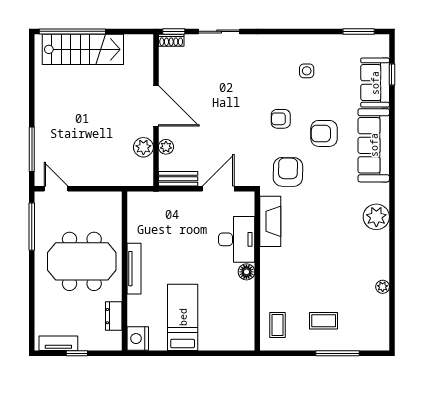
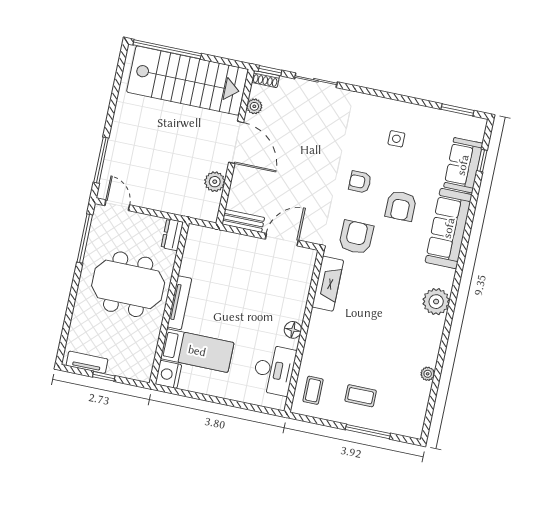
stairs: (83, 49) -> (187, 81), width x1.36, depth x1.51
armchair: (324, 133) -> (401, 206), turned -90
plant: (166, 147) -> (254, 106), moved
desk: (237, 239) -> (274, 370), moved
dresser: (114, 316) -> (172, 235), moved
bed: (183, 317) -> (197, 351), moved, turned 90

